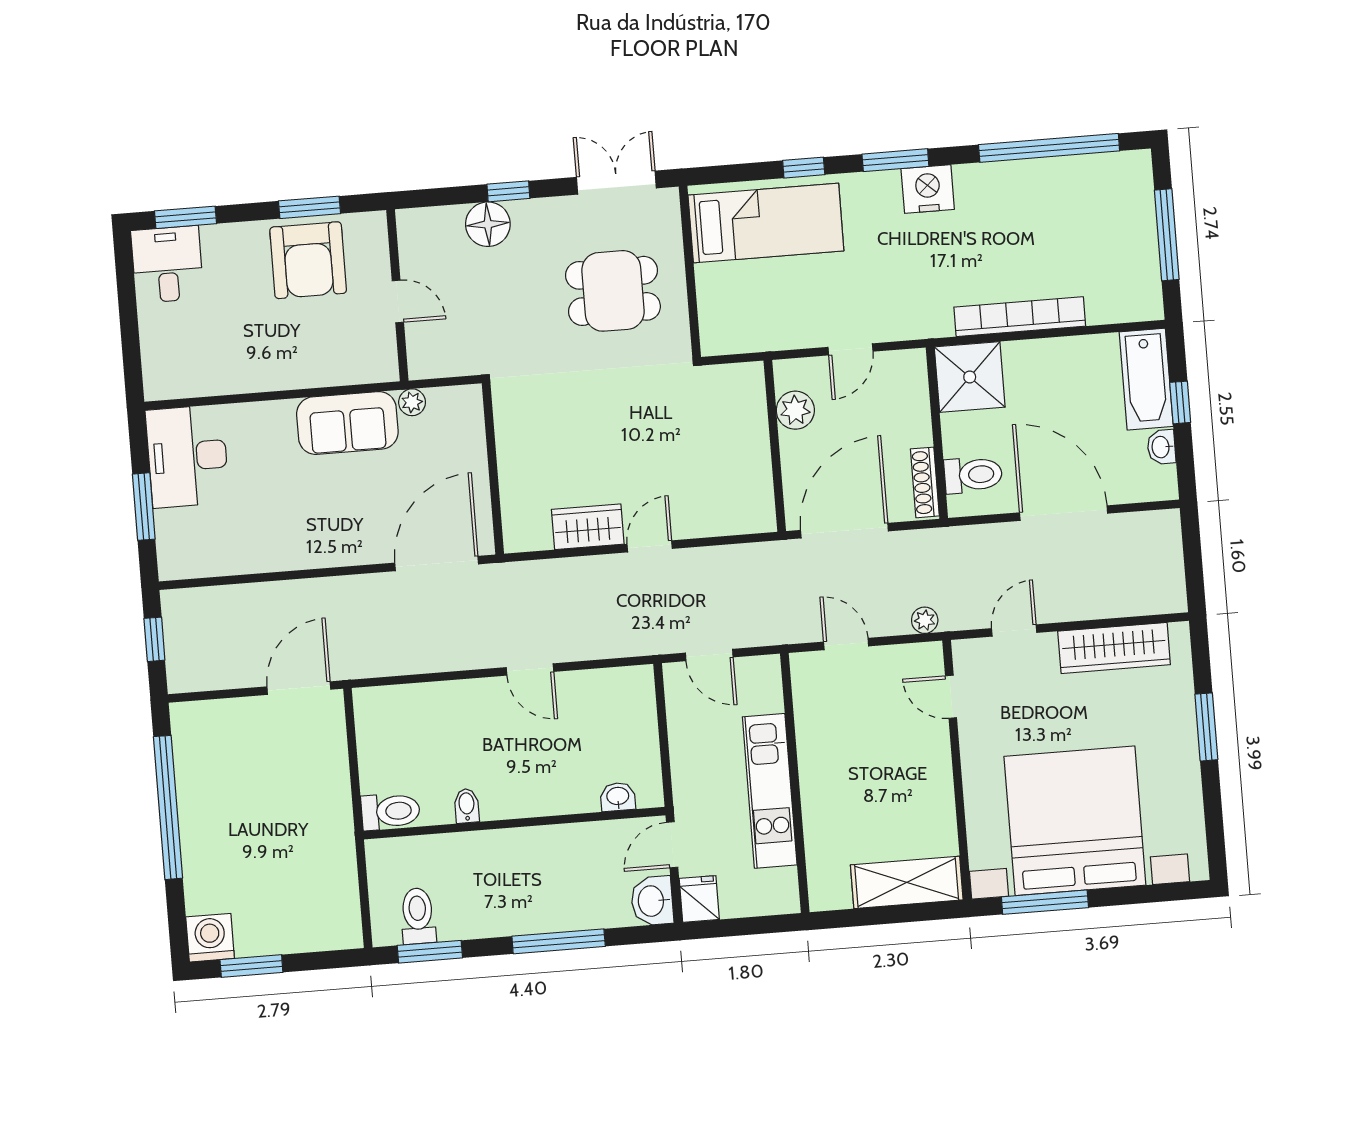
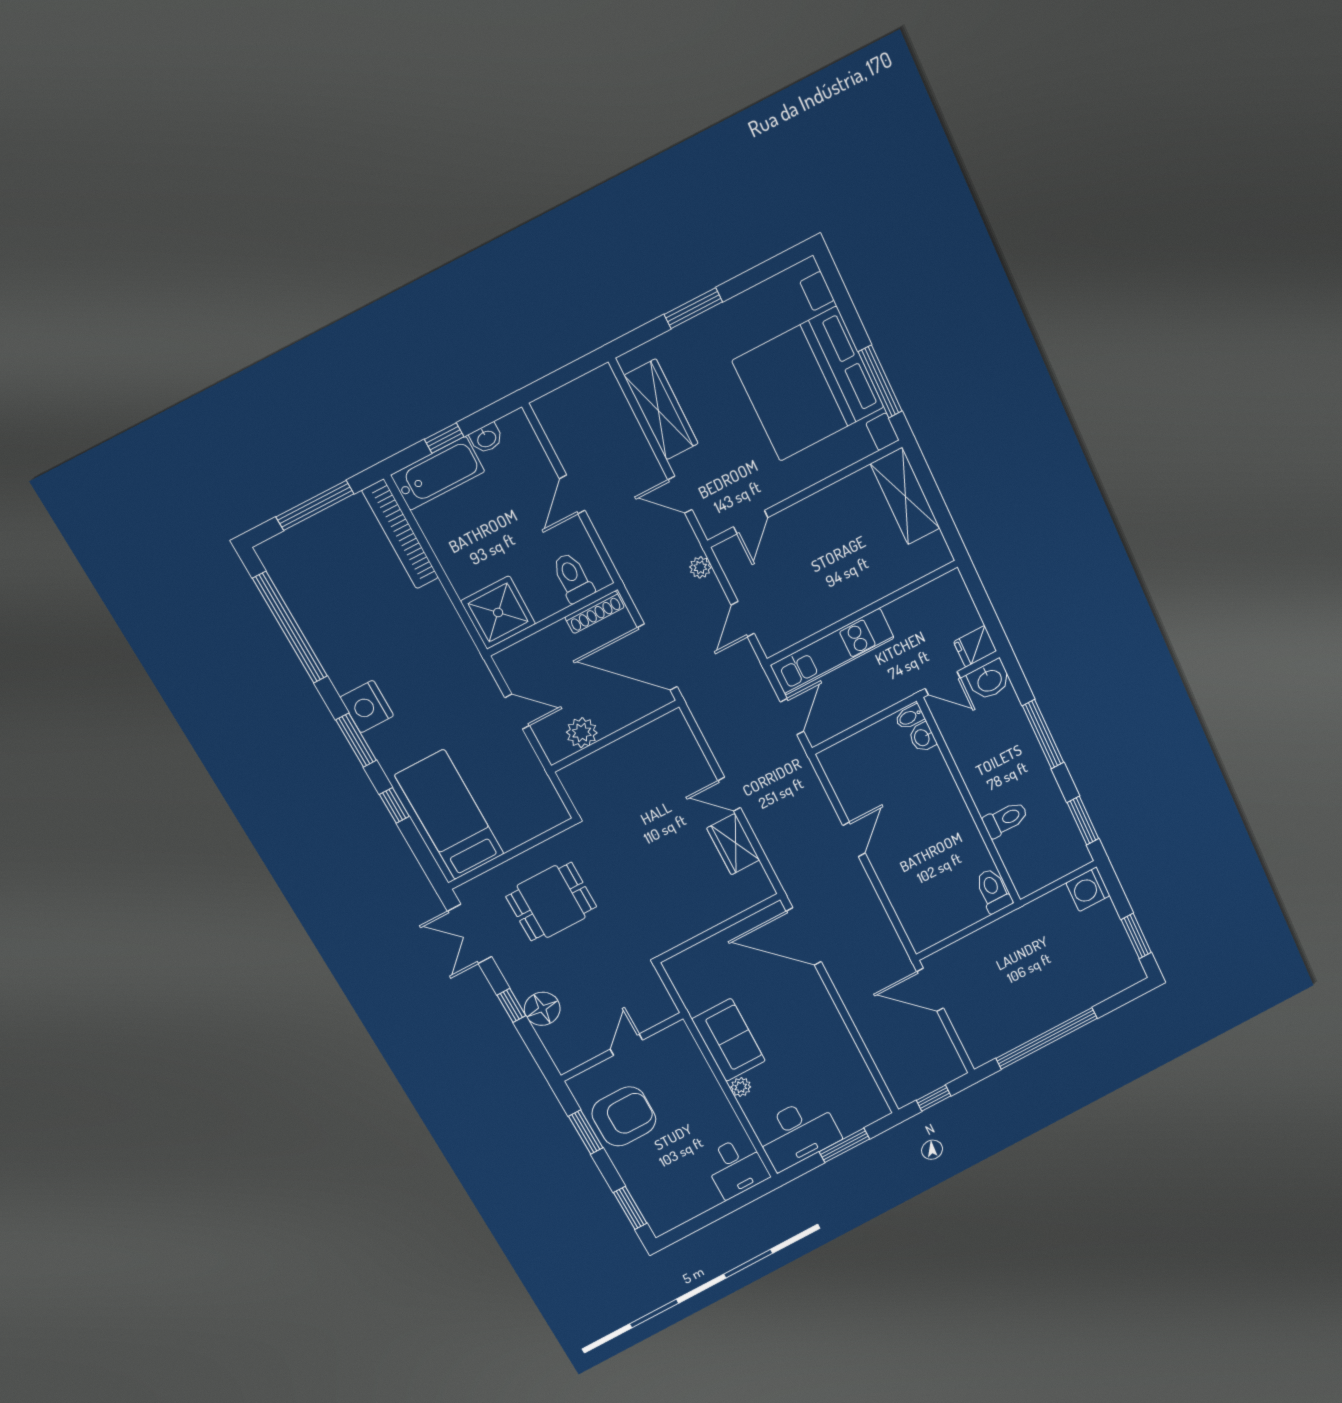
desk: (167, 264) -> (736, 1167), moved, turned -90
dining table: (613, 291) -> (551, 902), turned 90
bookcase: (1020, 317) -> (400, 534), moved
plant: (412, 402) -> (741, 1087), moved
door: (1064, 513) -> (572, 495), width x0.53
kitchen unit: (770, 791) -> (832, 652), moved
bidet: (467, 806) -> (910, 717), moved
toilet: (418, 916) -> (1005, 819), moved, turned 180
washing machine: (210, 938) -> (1088, 889), moved

